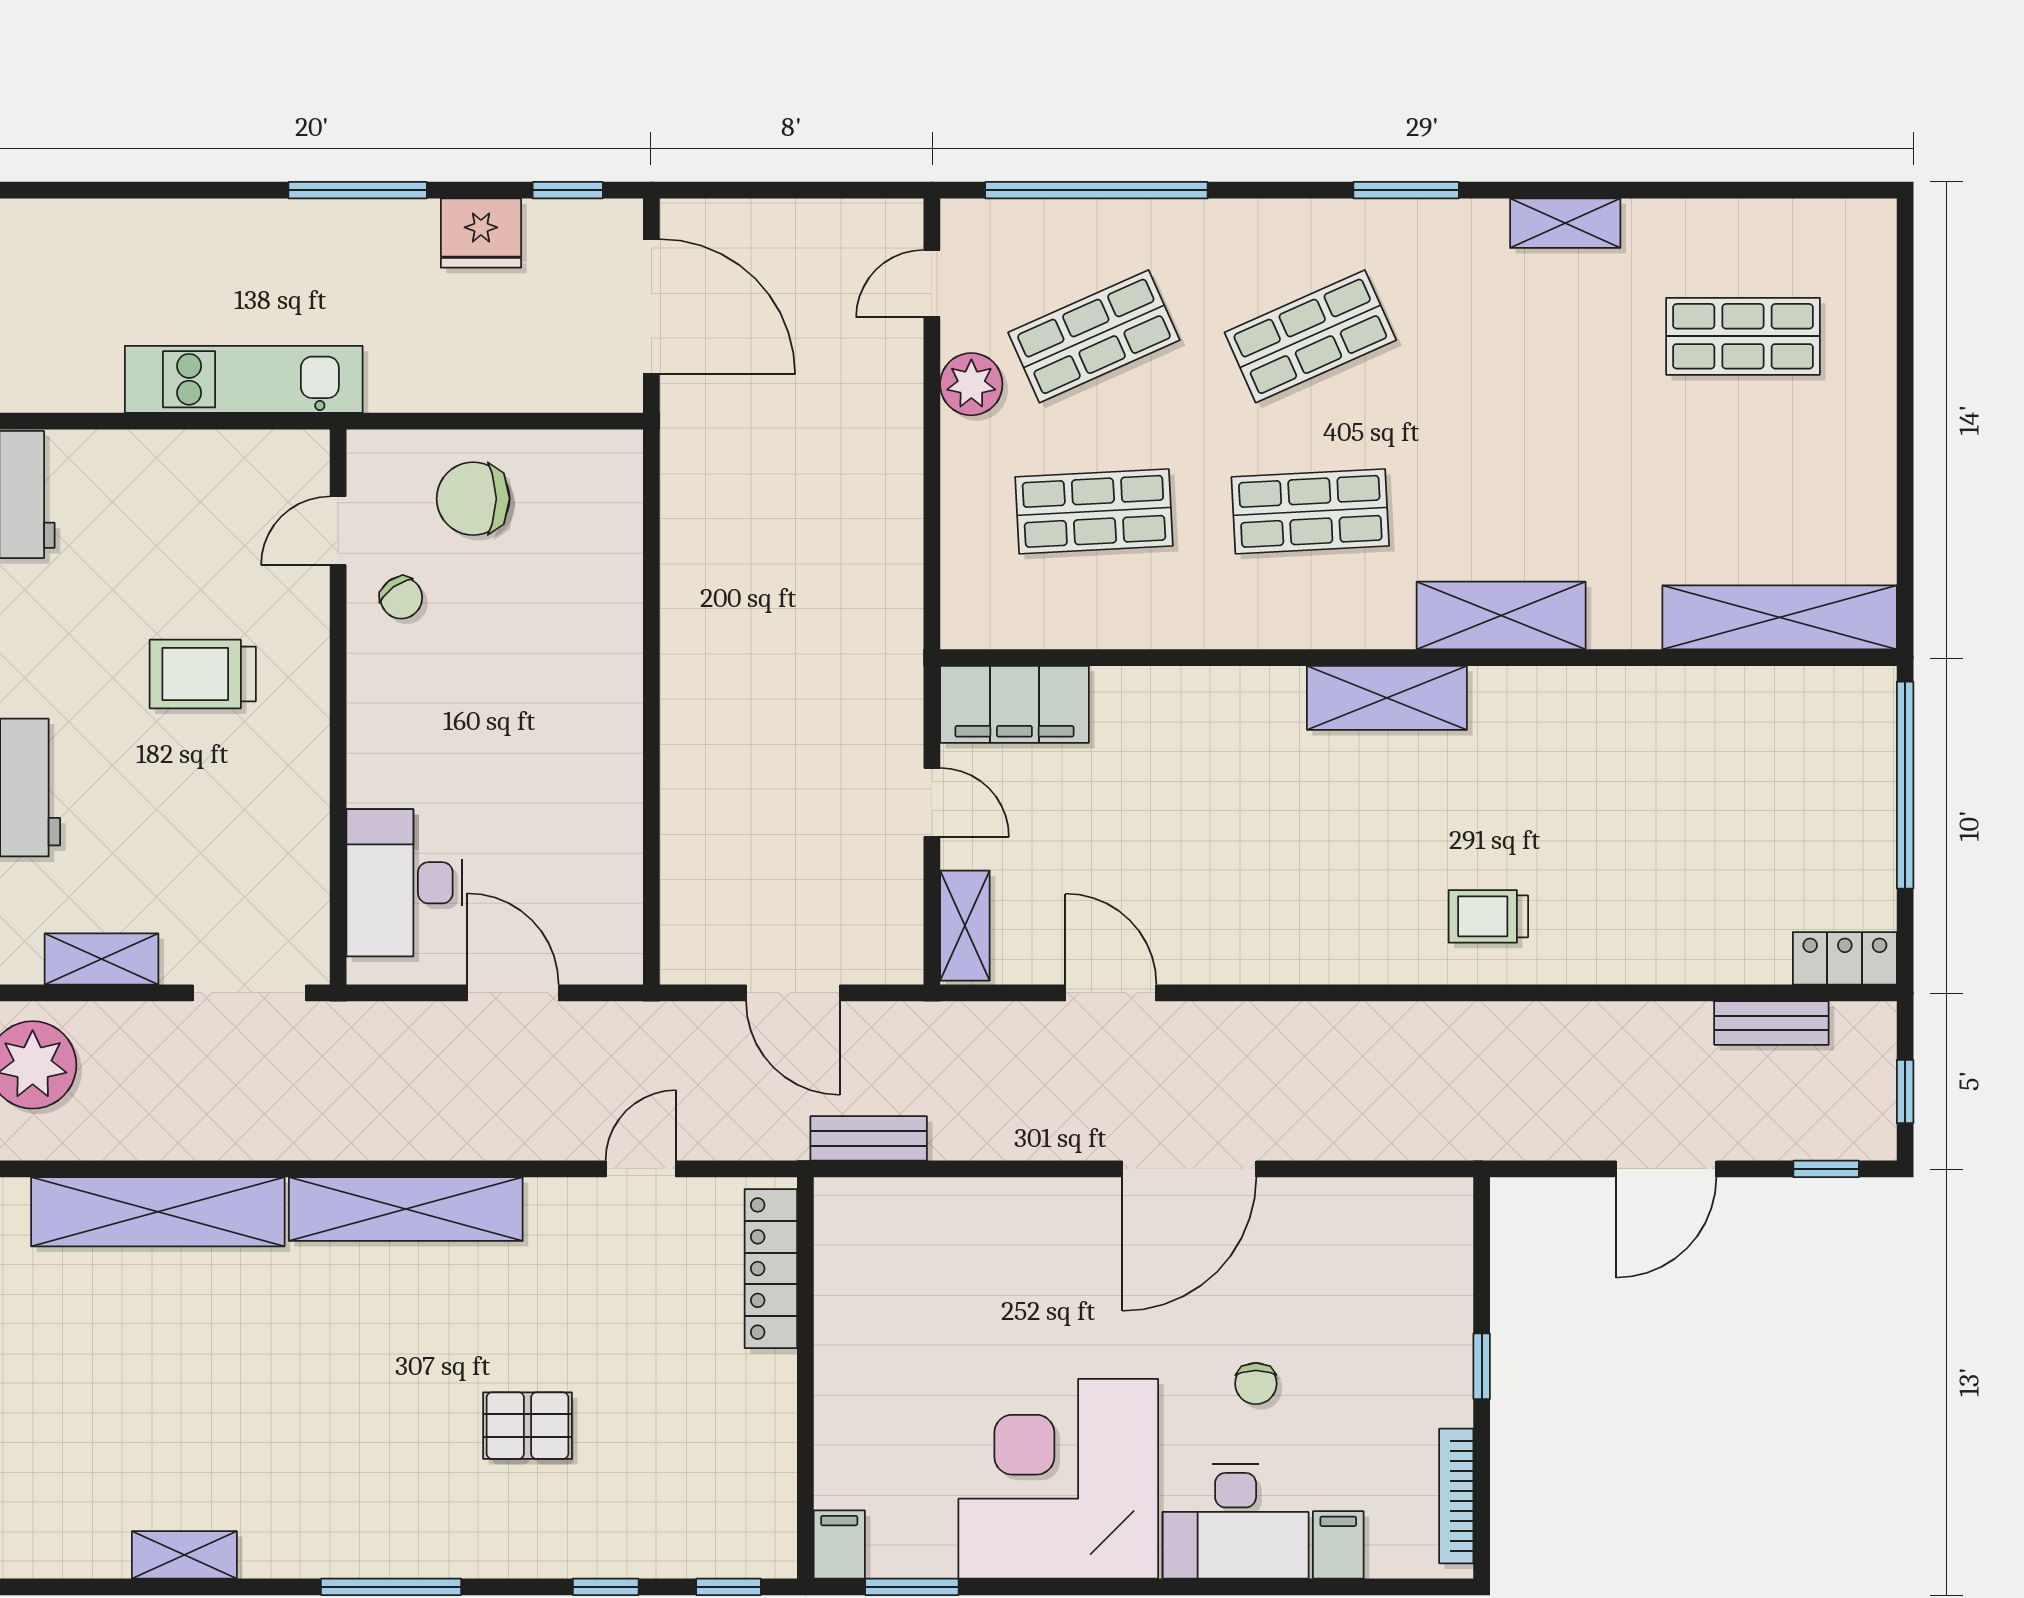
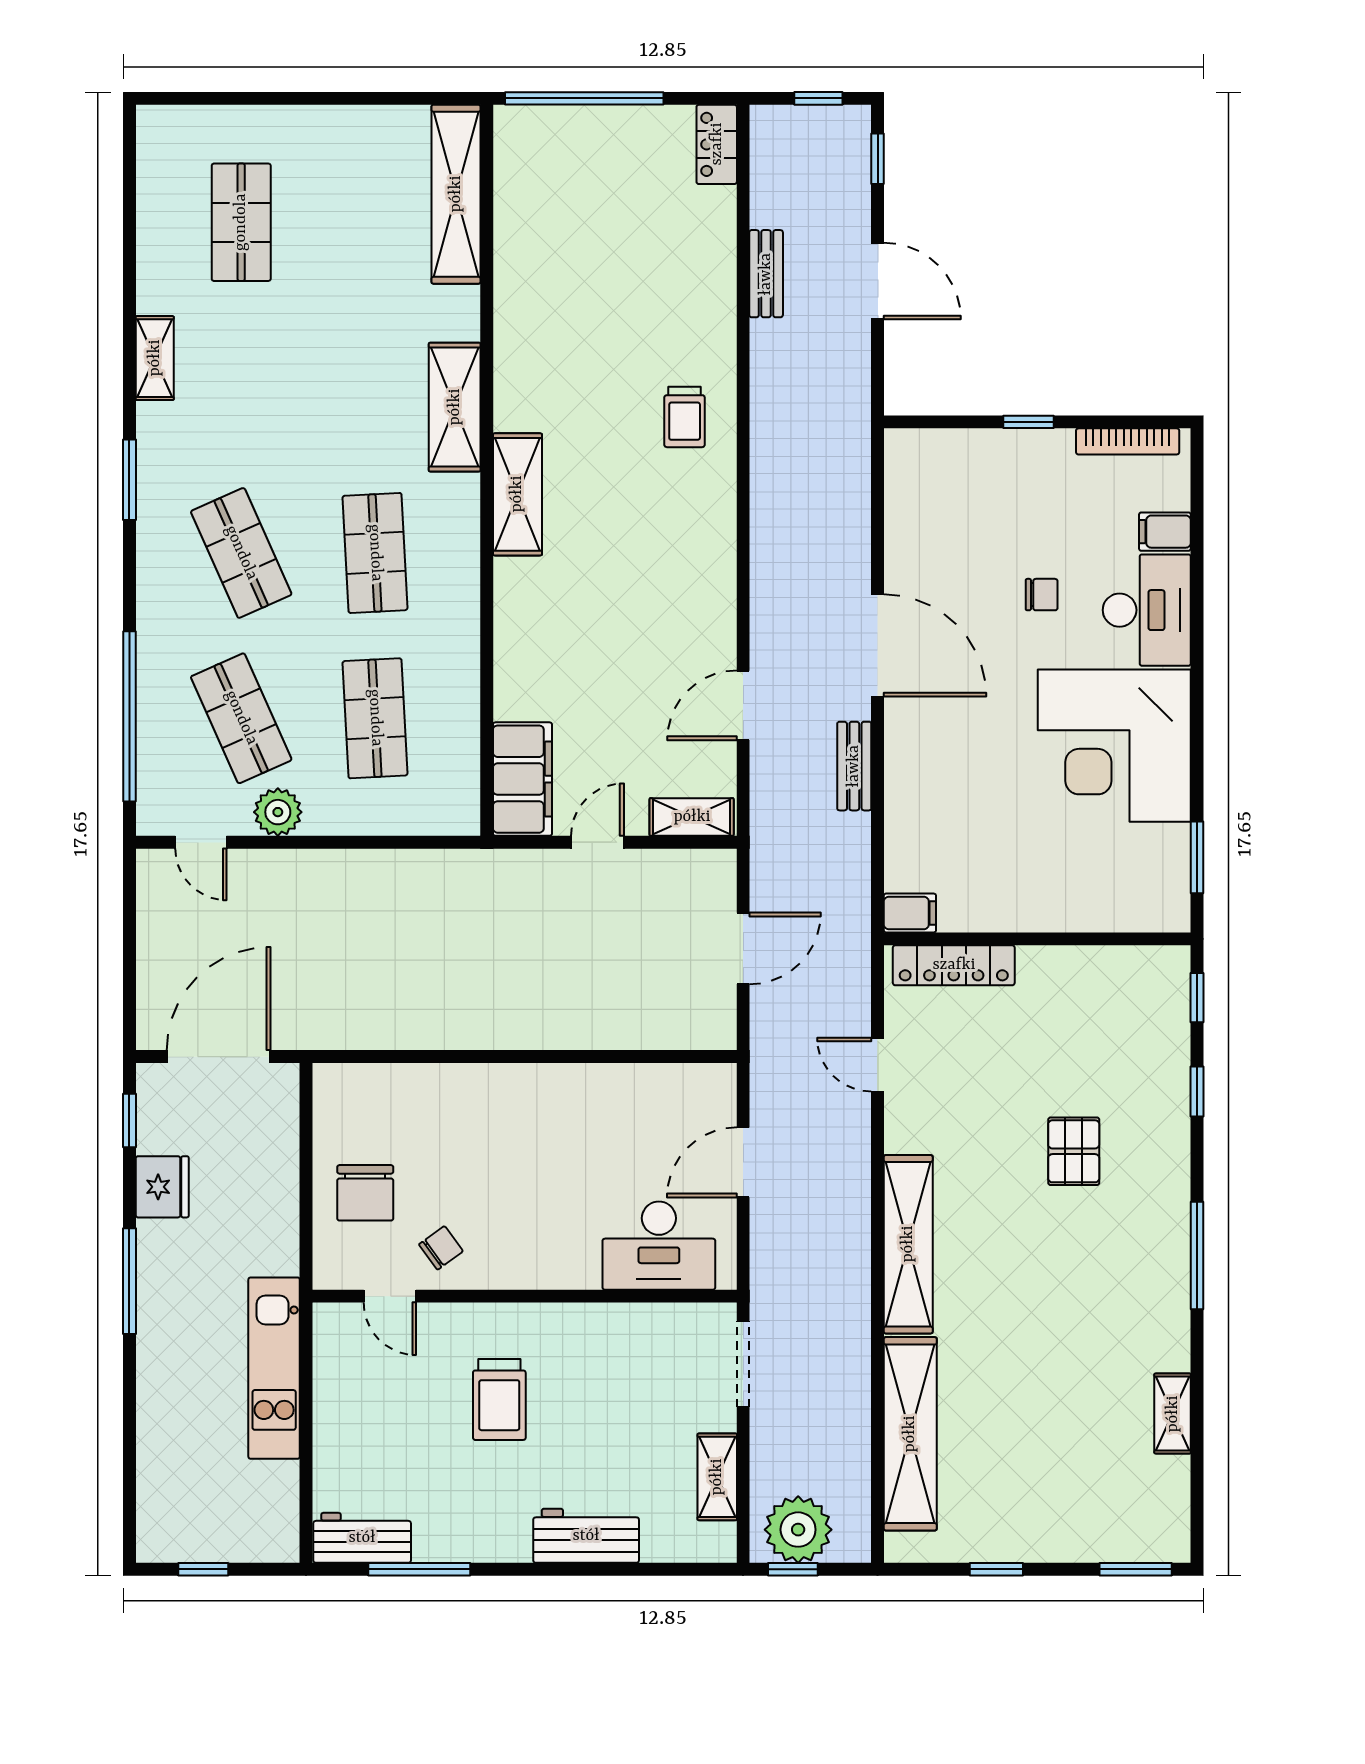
bench: (1771, 1023) -> (766, 274), moved
bench: (869, 1138) -> (854, 766), moved
filing cabinet: (839, 1544) -> (910, 913), moved, turned 180

